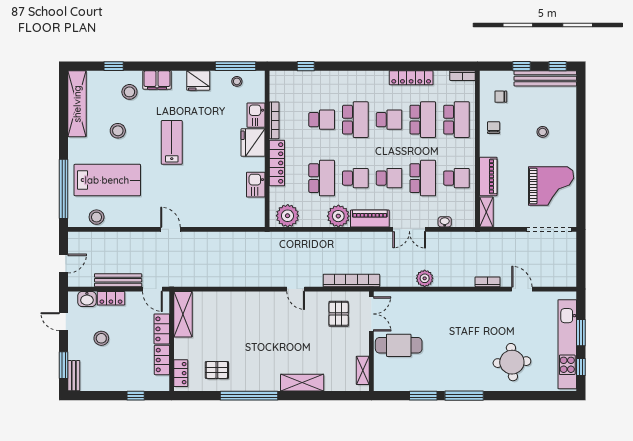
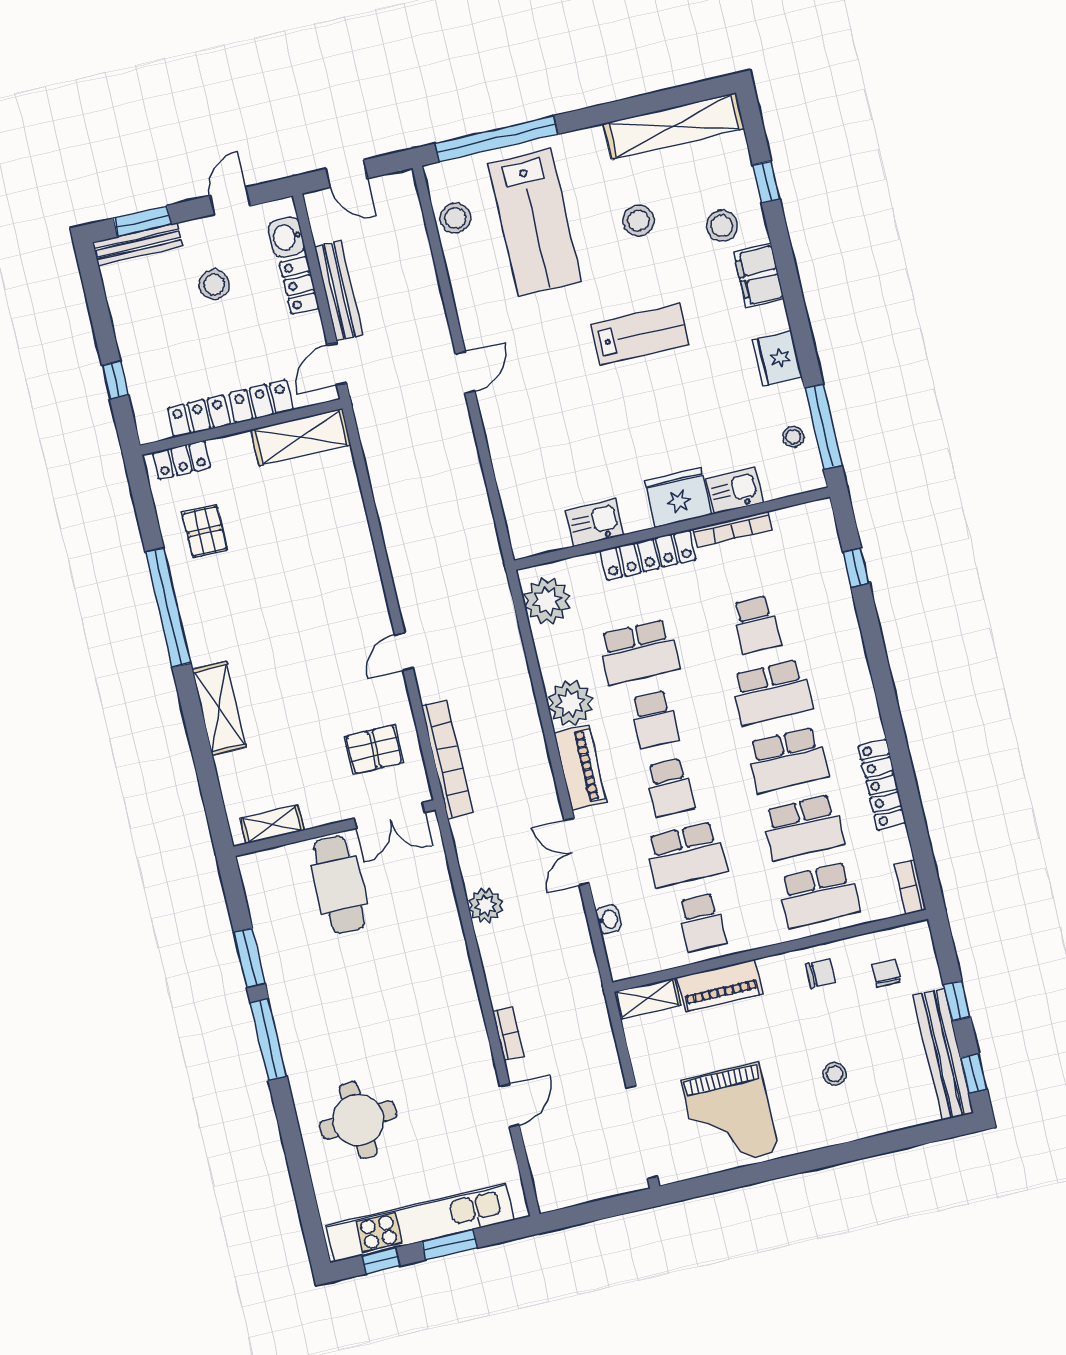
school desk: (389, 120) -> (788, 760), width x1.85
bench: (74, 376) -> (138, 244), width x1.36

